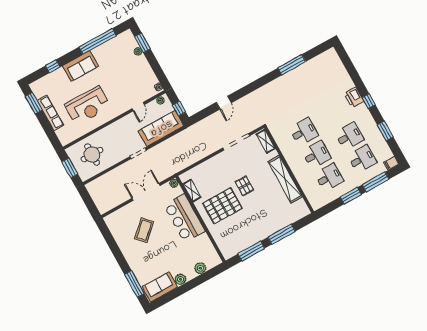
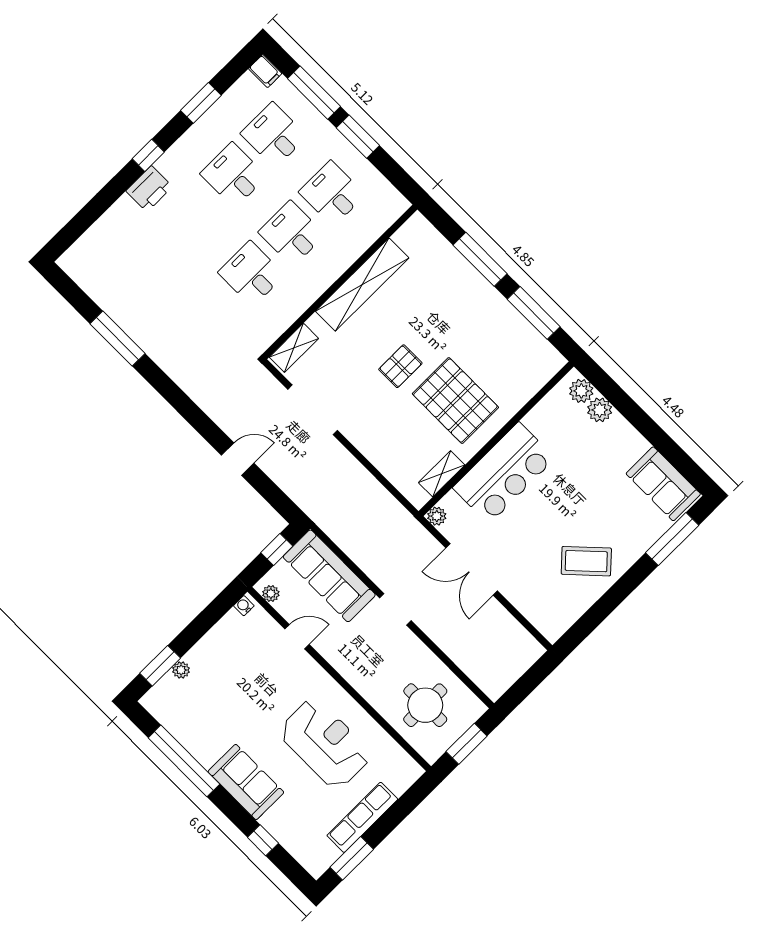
coffee table: (144, 230) -> (586, 561), moved
plant: (181, 279) -> (581, 391), moved

